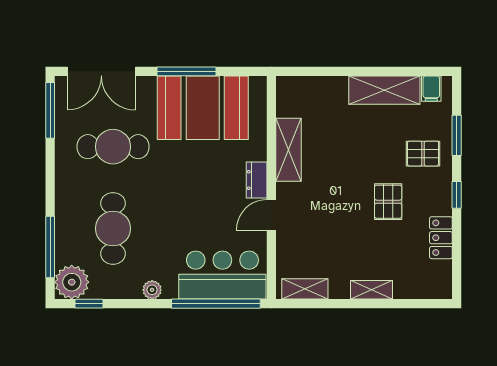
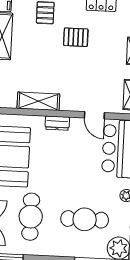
door: (271, 215) -> (94, 115), moved

